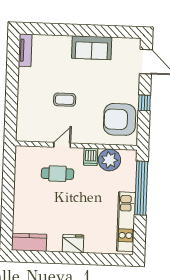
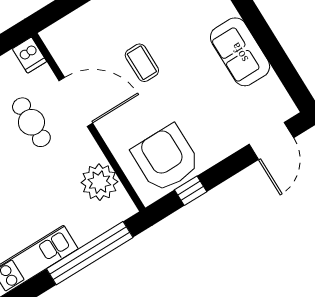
window: (144, 103) -> (191, 191), moved
door: (62, 145) -> (76, 102), width x1.87
dishwasher: (91, 157) -> (30, 55), moved, turned -90

